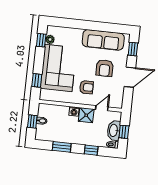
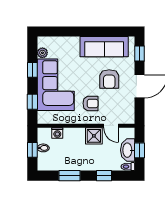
window: (41, 40) -> (32, 70), moved
door: (102, 108) -> (111, 126), swing flipped
washing machine: (74, 111) -> (57, 133), moved

